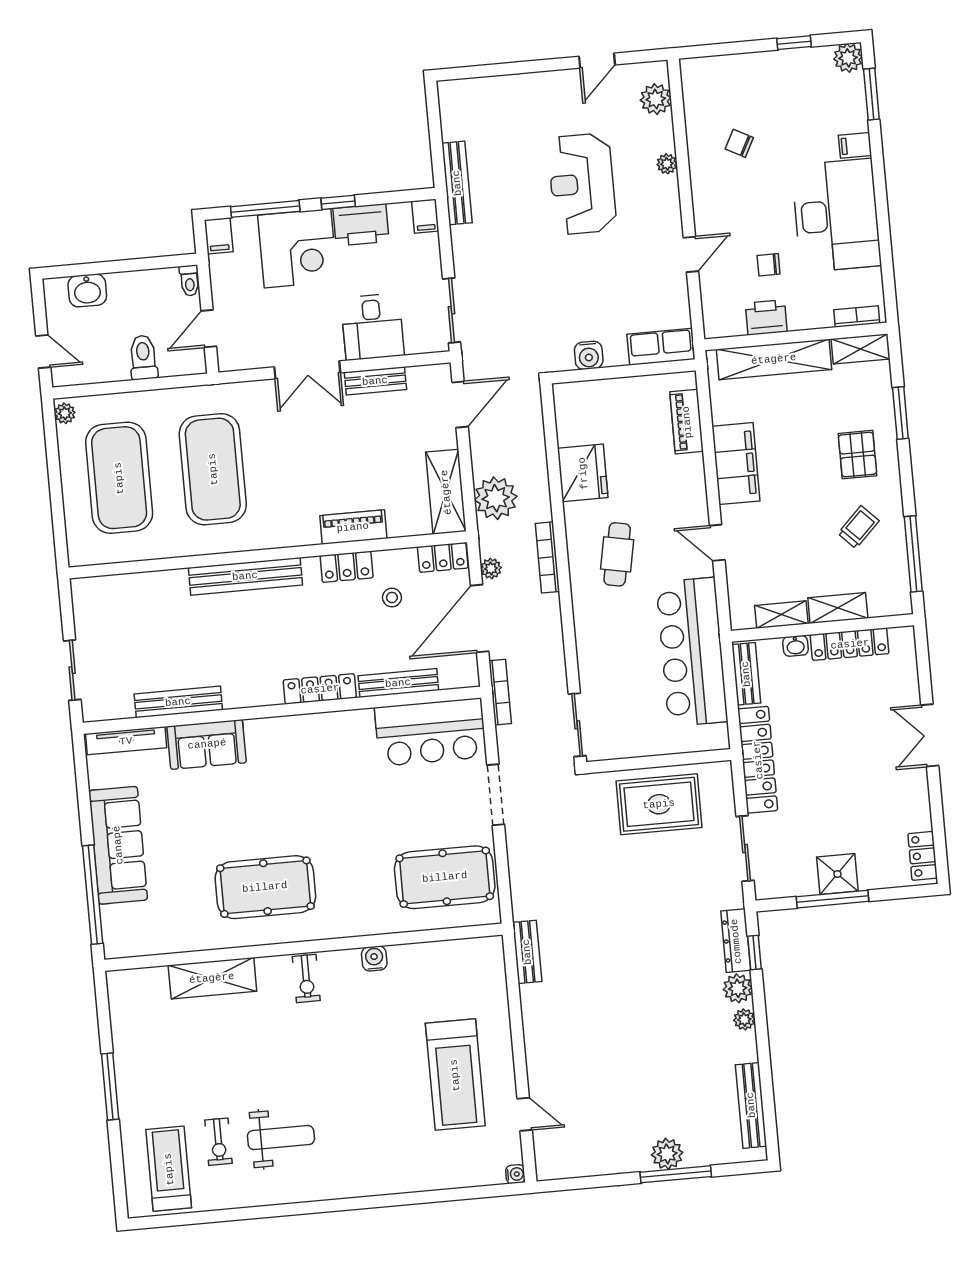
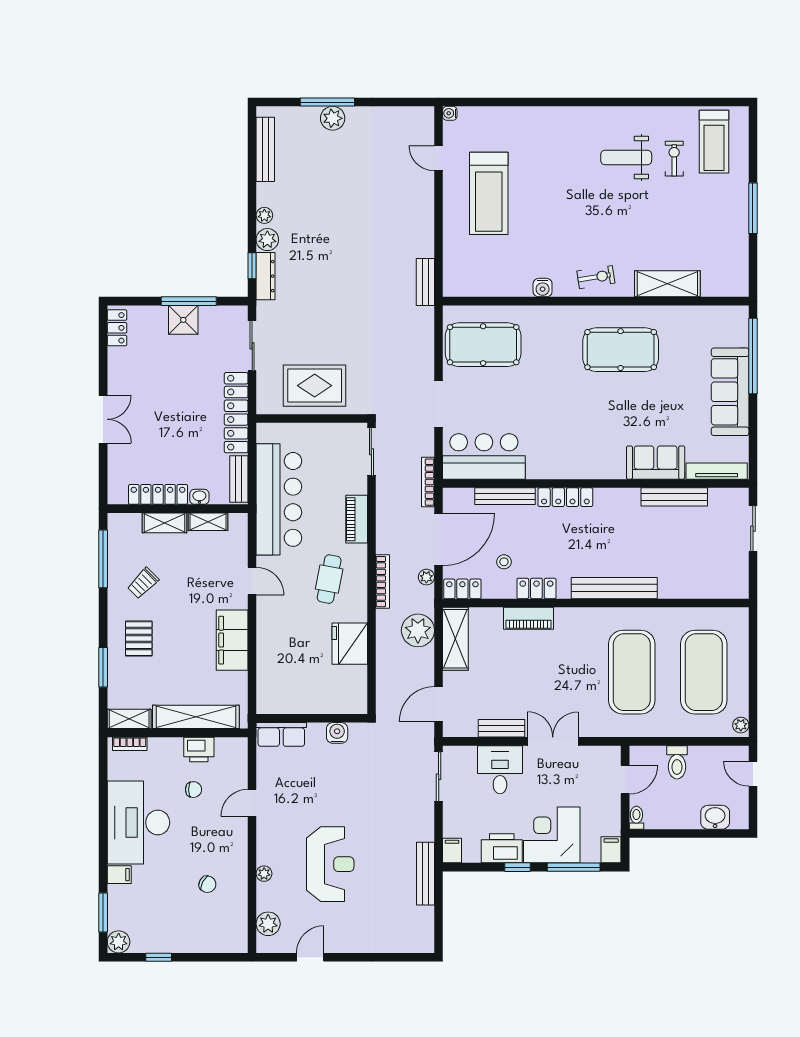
piano: (687, 422) -> (357, 519), moved, turned 180
exercise bike: (306, 978) -> (596, 277), turned 81
treadmill: (455, 1075) -> (489, 193), turned 180

